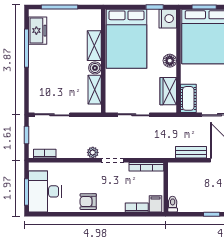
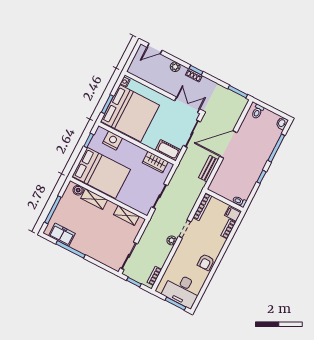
nightstand: (168, 19) -> (112, 141), moved
floor lamp: (170, 61) -> (134, 150), removed
boiler: (95, 68) -> (78, 190), moved

